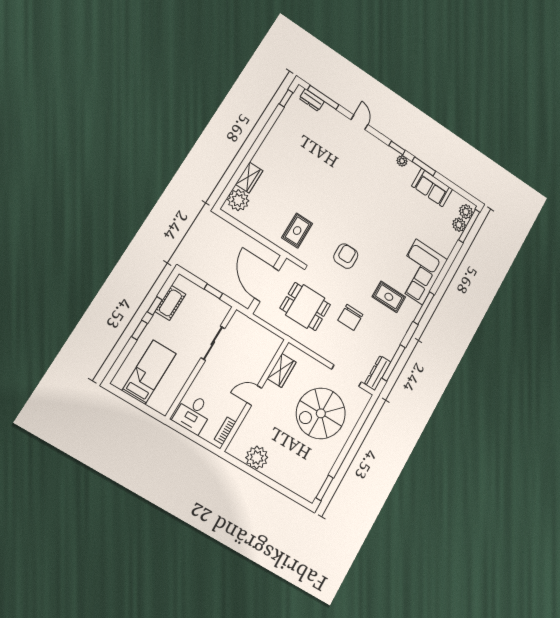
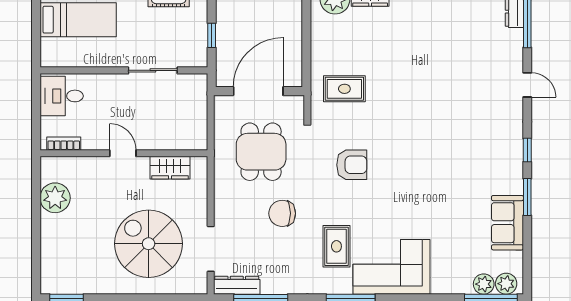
door: (359, 122) -> (527, 85), hinge flipped
plant: (402, 161) -> (515, 166), removed

